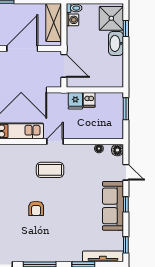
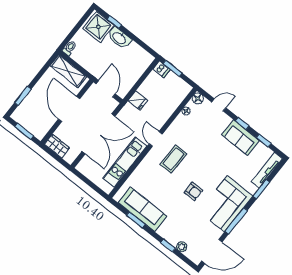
washing machine: (73, 20) -> (77, 56), removed
door: (64, 66) -> (106, 89), hinge flipped
dishwasher: (89, 100) -> (161, 69), moved
sofa: (113, 206) -> (241, 138), width x0.73
corner sofa: (47, 244) -> (226, 204), added
window: (126, 245) -> (264, 141), moved

